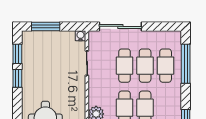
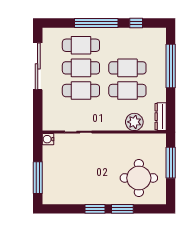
sliding door: (120, 26) -> (38, 66), moved
window: (17, 54) -> (122, 209), moved
window: (186, 64) -> (96, 23), moved

